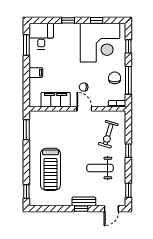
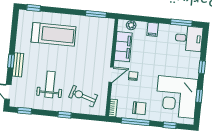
plant: (34, 94) -> (131, 25), added
treadmill: (50, 169) -> (54, 34), turned 180

